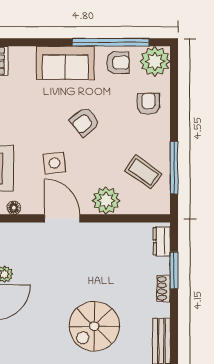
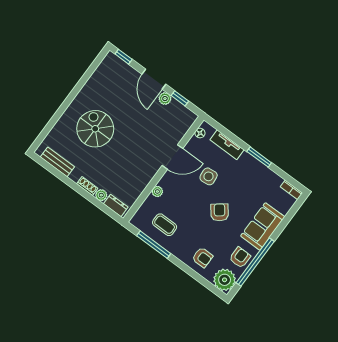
armchair: (118, 63) -> (240, 257), turned 180
coffee table: (143, 172) -> (165, 225), turned 55
plant: (106, 201) -> (157, 191), width x0.53, depth x0.53
plant: (162, 266) -> (101, 195), added
window: (174, 270) -> (93, 200), removed

